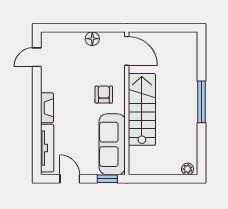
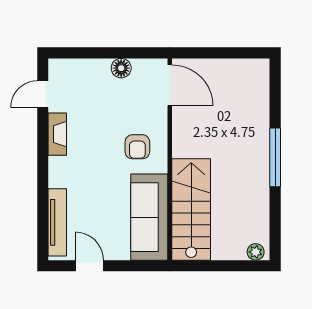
armchair: (104, 94) -> (137, 147), turned 180
fireplace: (47, 108) -> (57, 134), moved
stairs: (142, 109) -> (191, 209), moved
window: (107, 179) -> (142, 266), removed

